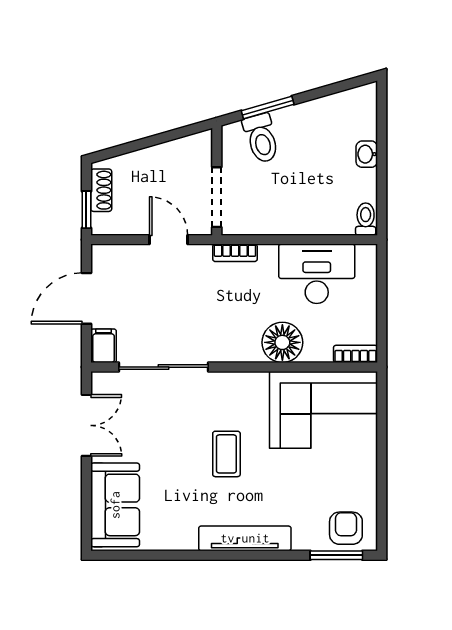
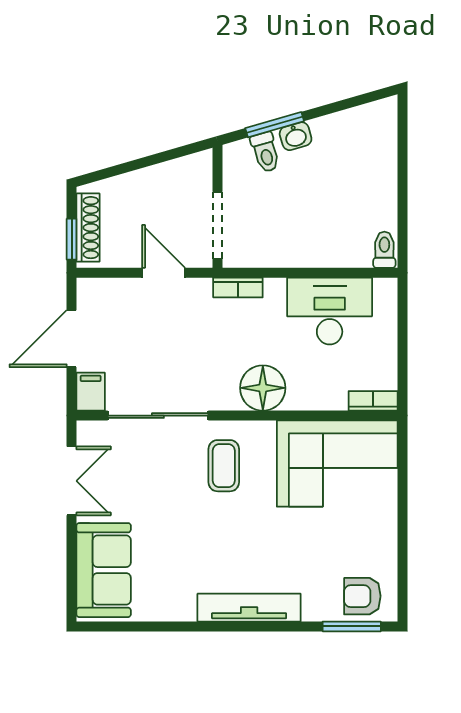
toilet: (261, 138) -> (265, 152), width x0.73, depth x0.72
washbasin: (367, 154) -> (296, 136), moved, turned -106
shoe rack: (101, 190) -> (88, 228), width x1.43
floor lamp: (282, 342) -> (263, 388), moved
coffee table: (226, 454) -> (224, 466), moved
armchair: (346, 528) -> (362, 596), turned -90

